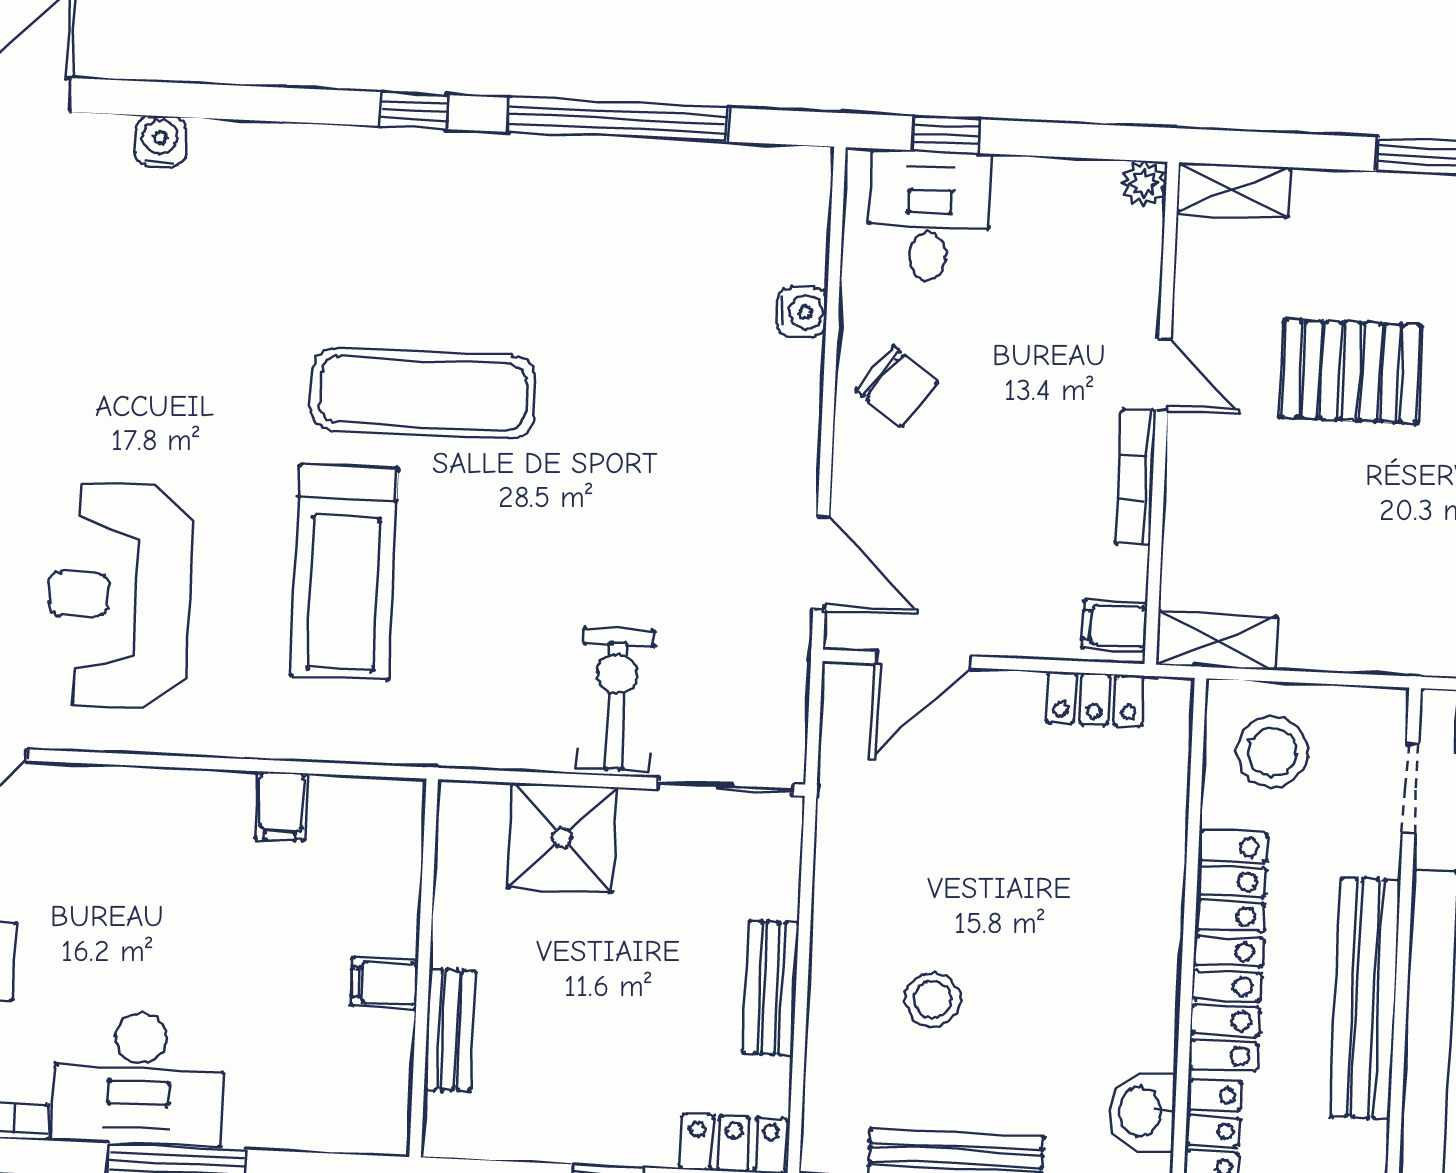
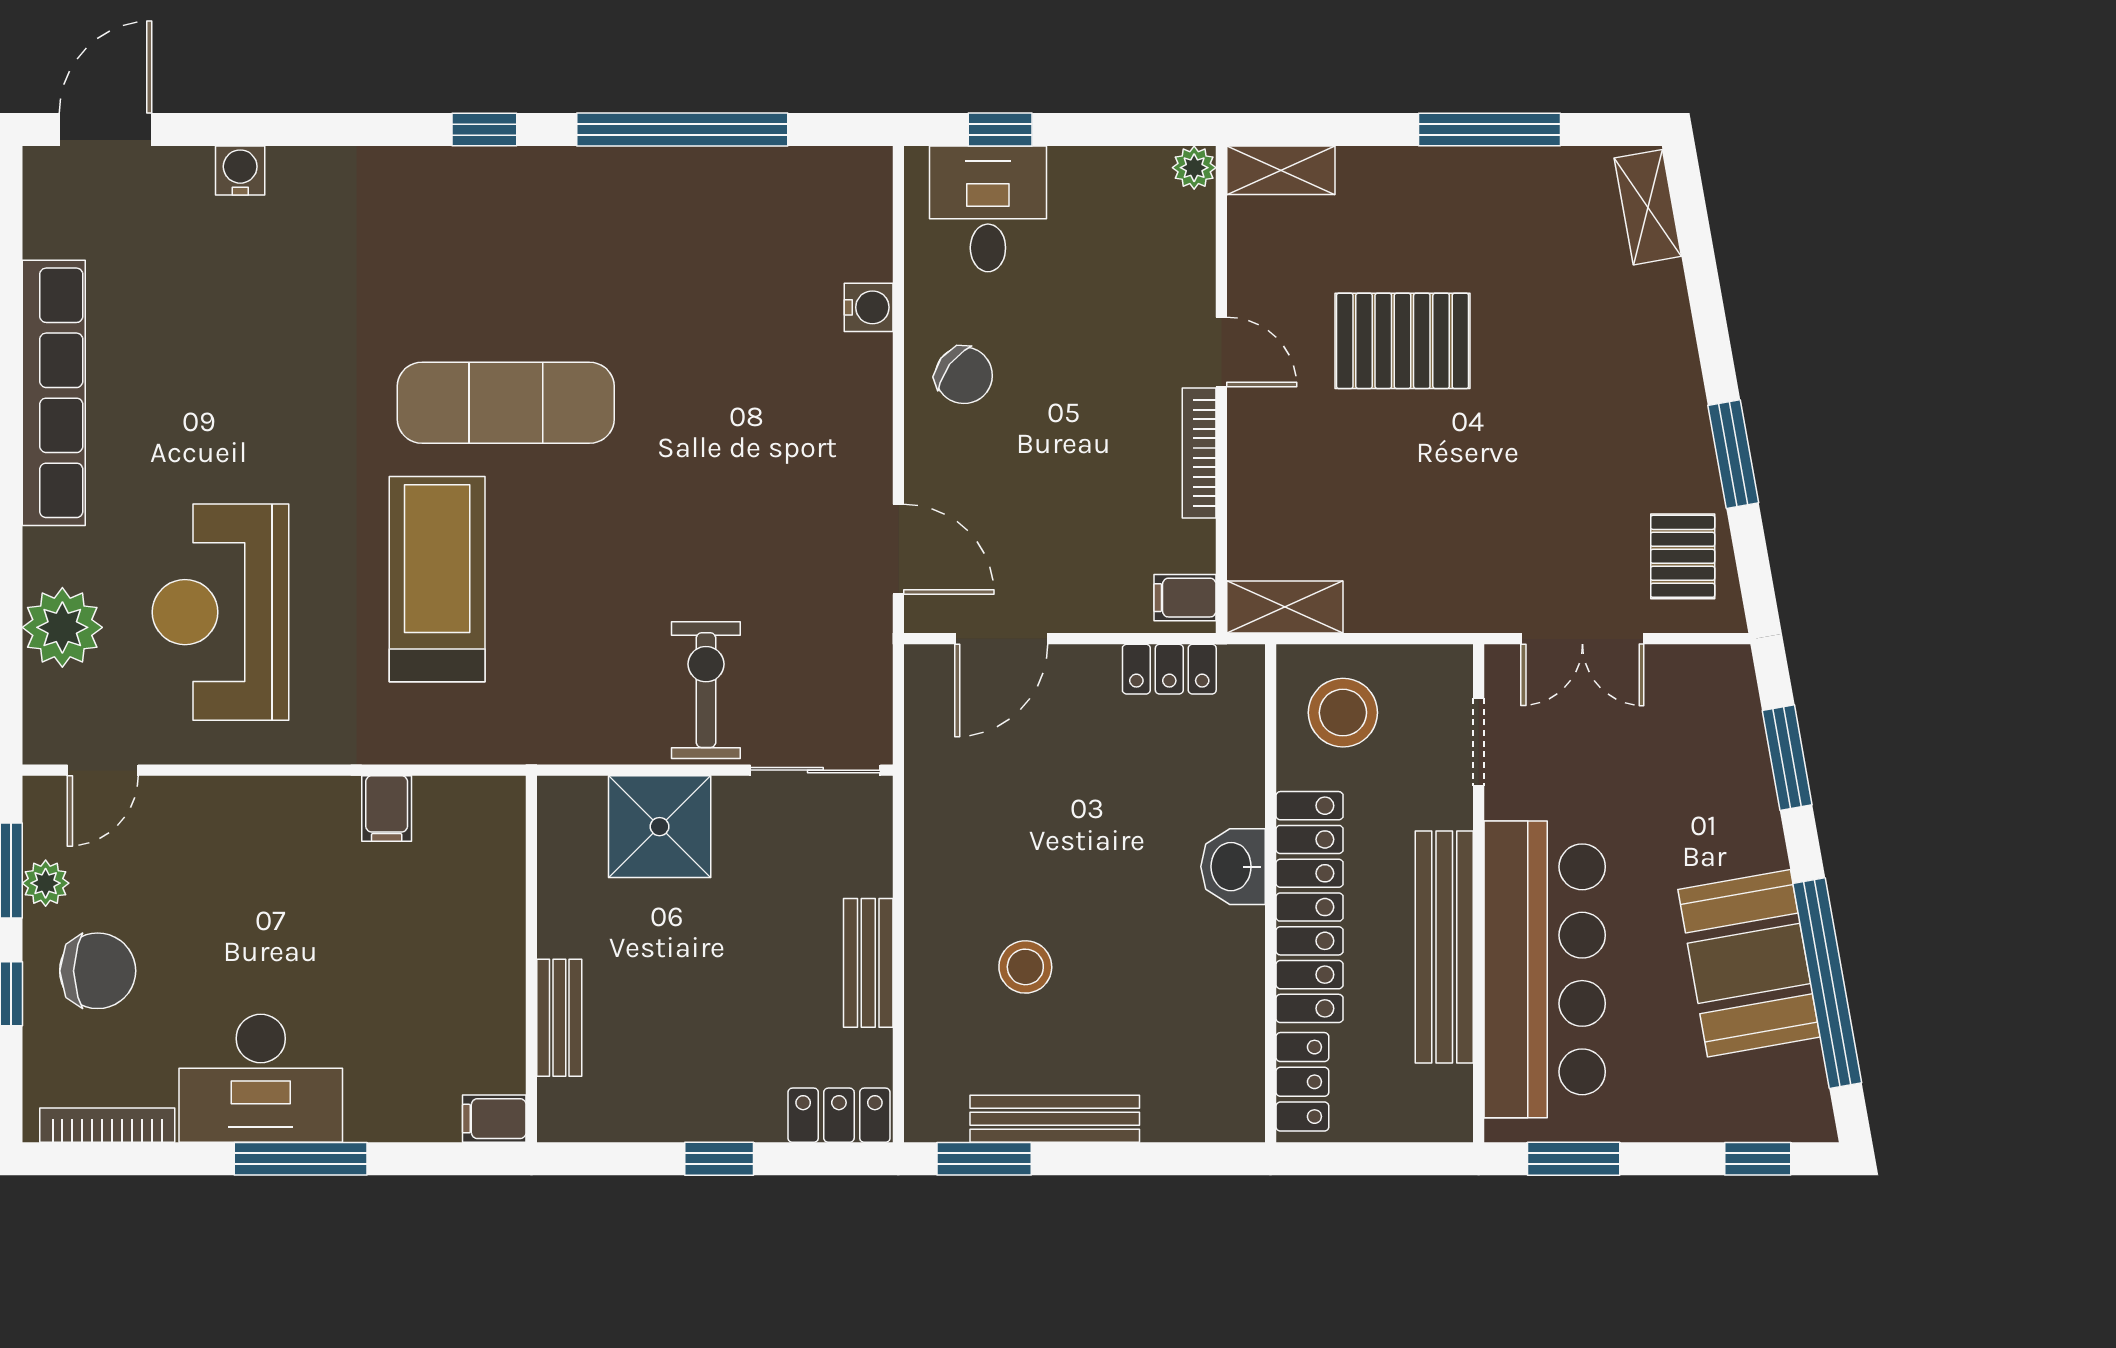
treadmill: (344, 572) -> (437, 579), turned 180
filing cabinet: (385, 983) -> (494, 1119), moved
washbasin: (1142, 1112) -> (1233, 867), moved

